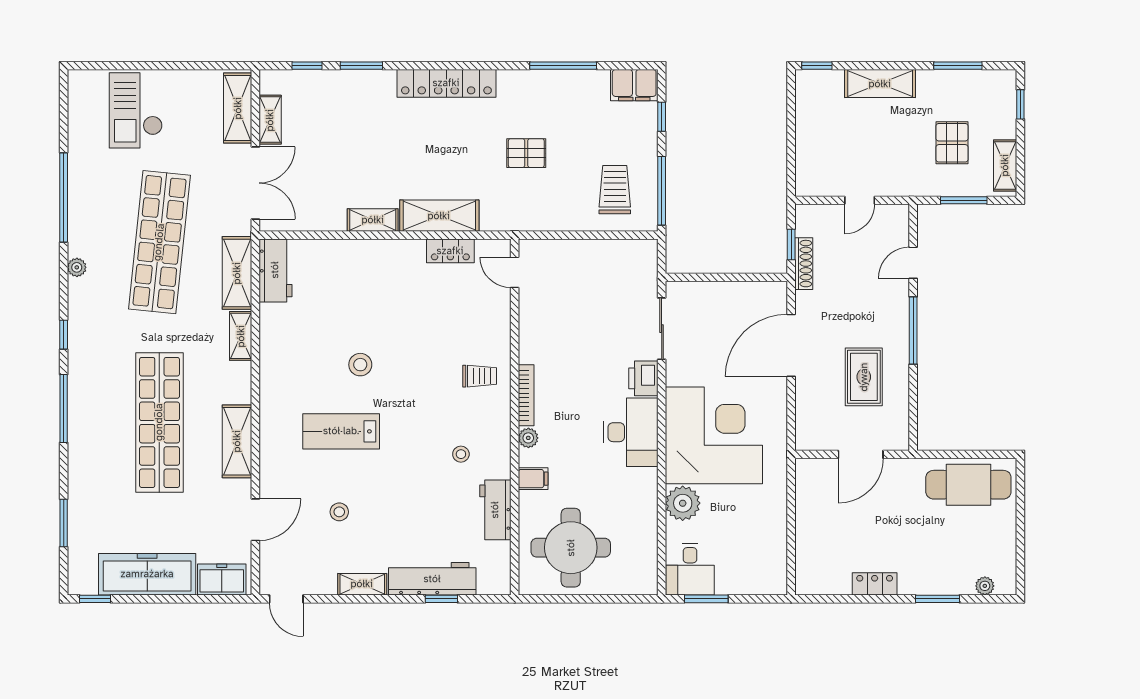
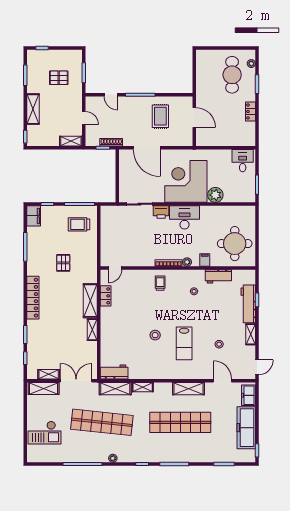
shelving: (1005, 165) -> (71, 141), moved
rug: (864, 377) -> (160, 116), turned 90
cafe table: (968, 485) -> (232, 75), moved
desk: (690, 569) -> (243, 161), moved, turned -90

